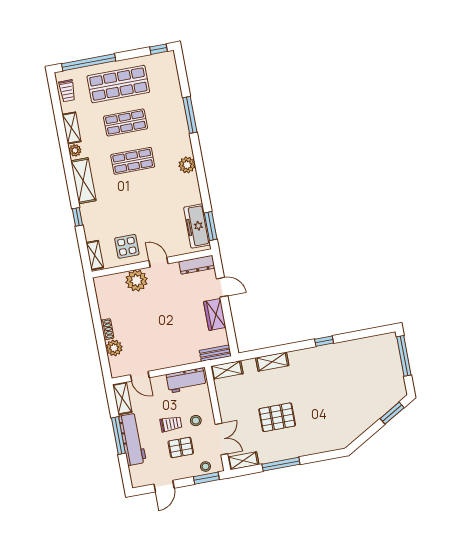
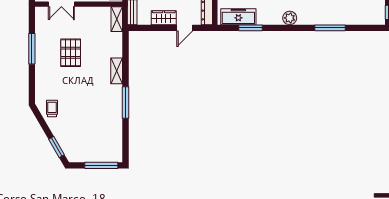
window: (211, 226) -> (251, 28), moved
window: (324, 341) -> (125, 103), width x2.17
shelving: (272, 362) -> (117, 71), moved
trolley: (347, 427) -> (52, 109), added
shelving: (243, 461) -> (40, 19), removed

